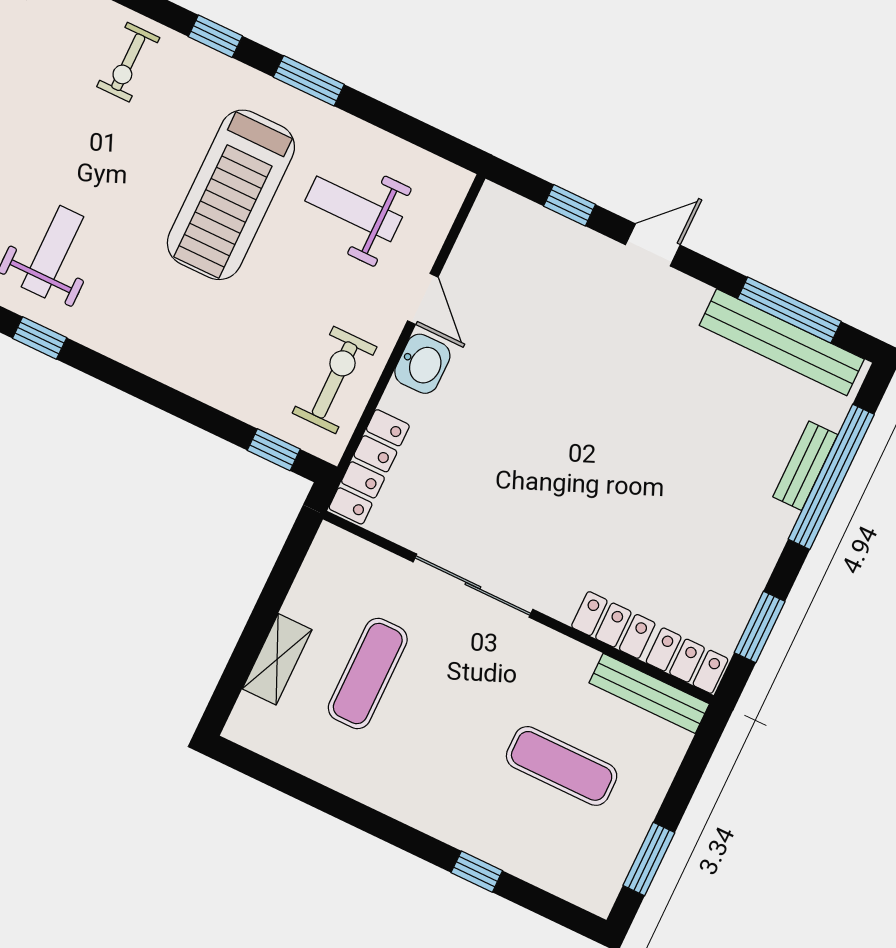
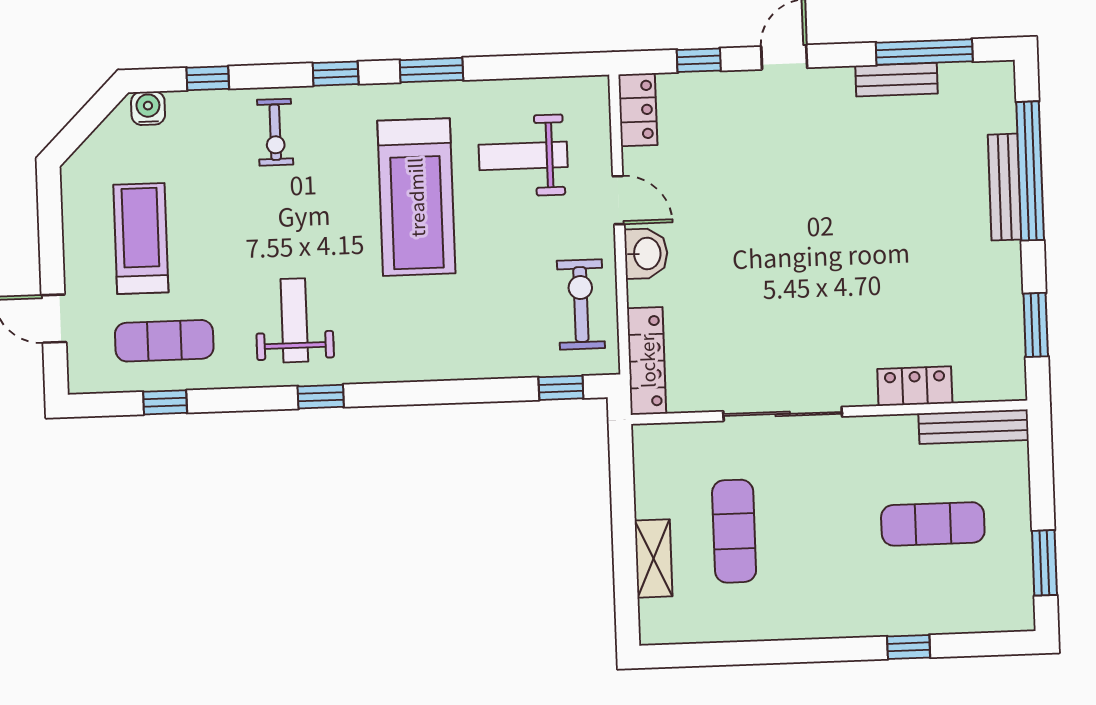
bench: (782, 342) -> (897, 80), width x0.54, depth x0.82
bench: (805, 466) -> (1005, 187), width x1.36
locker: (687, 661) -> (638, 110), moved, turned 90

